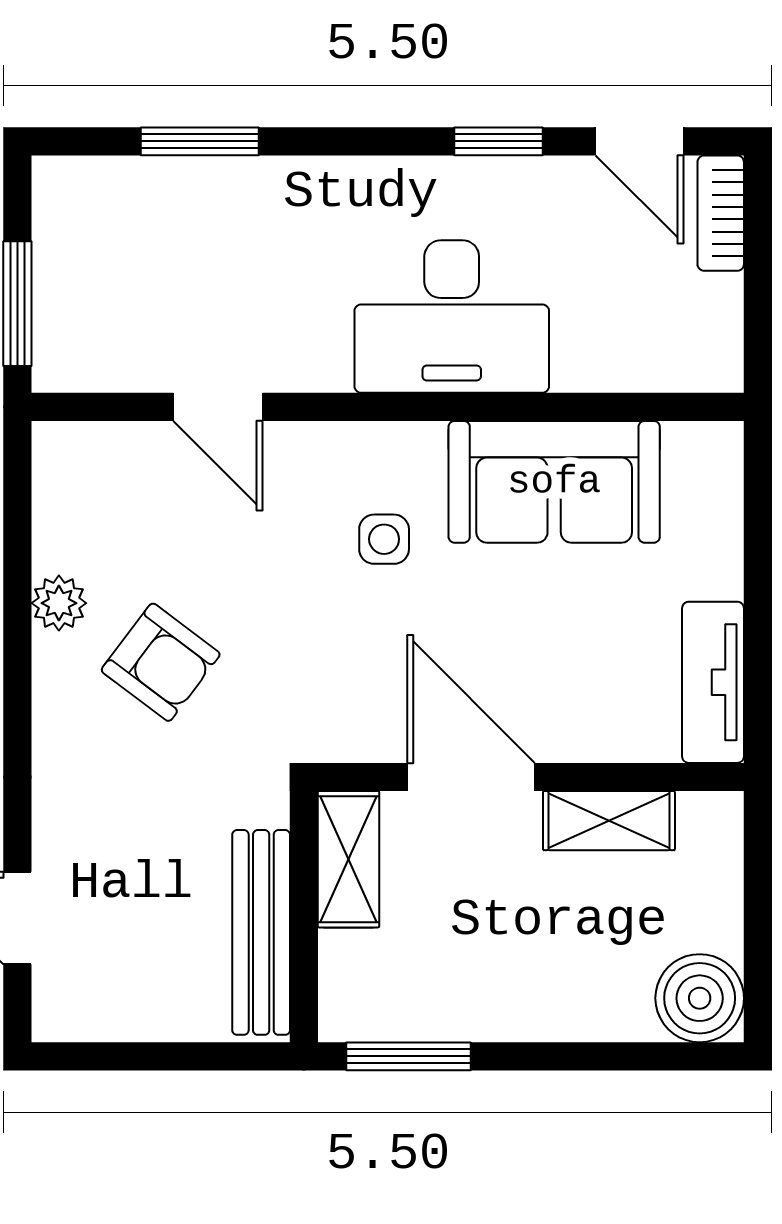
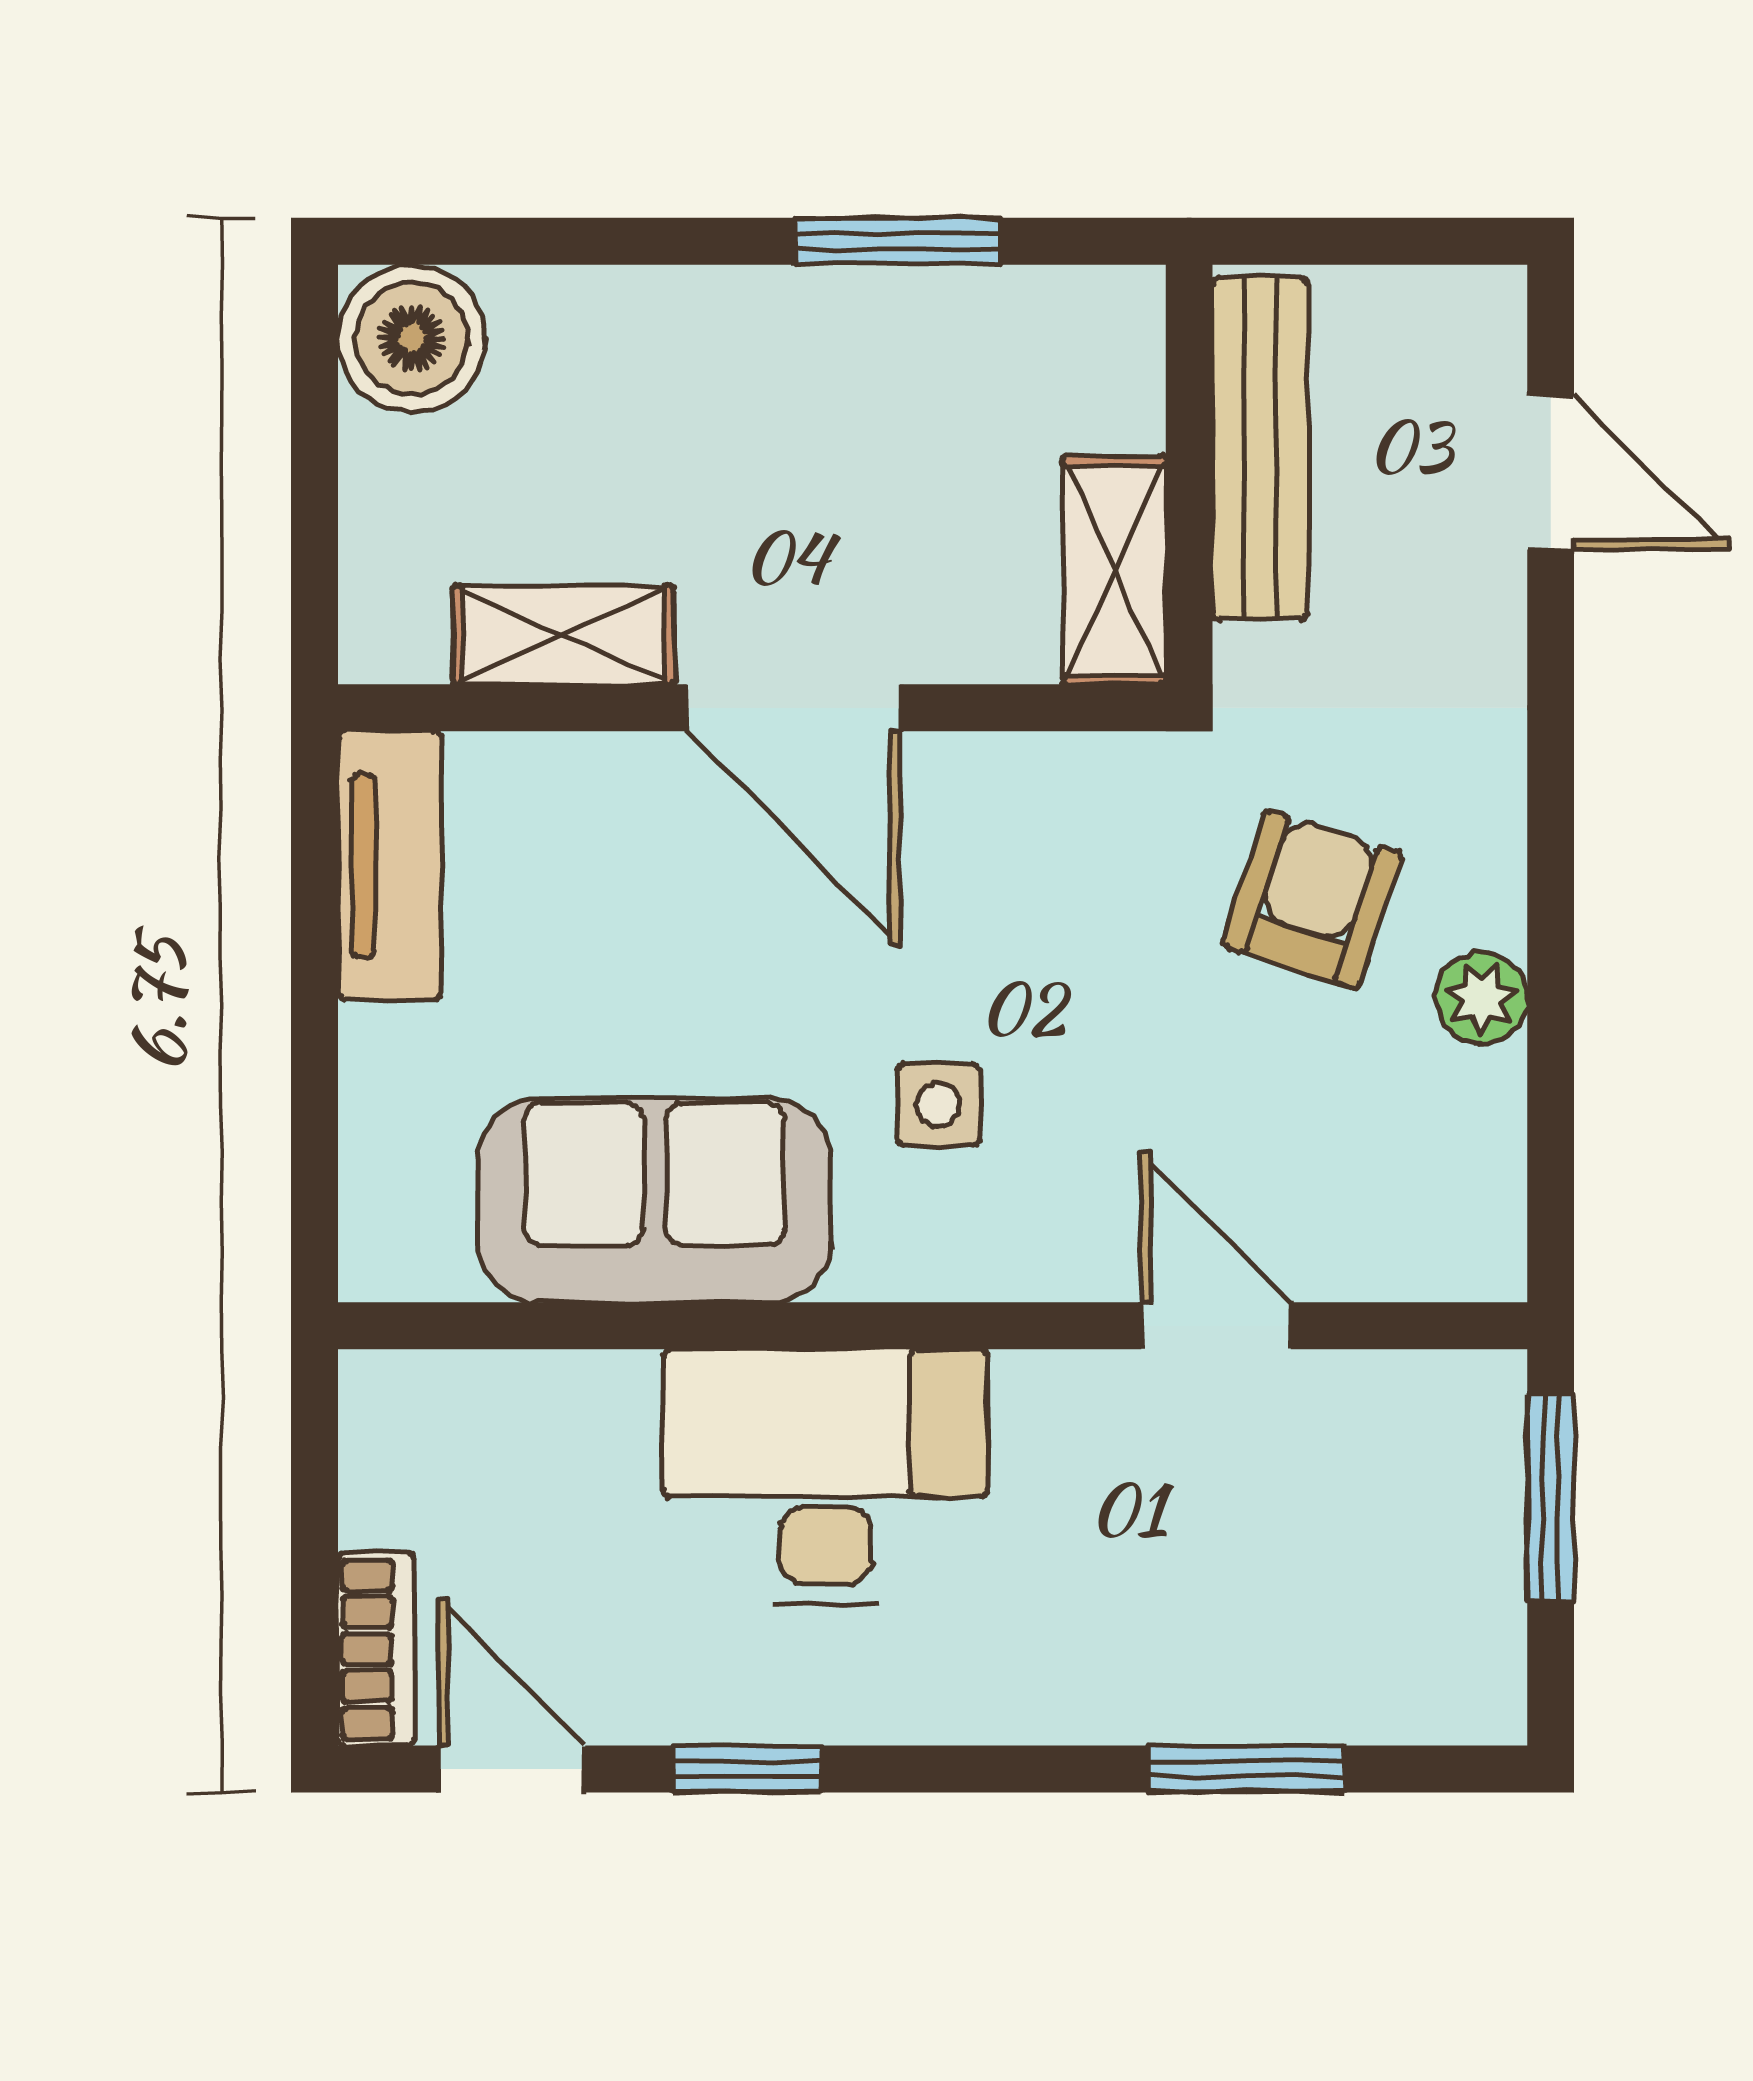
armchair: (161, 662) -> (1312, 899), turned 71
shelving: (349, 859) -> (1114, 570), moved
wall: (304, 917) -> (1189, 475), moved
bench: (261, 932) -> (1260, 448), moved

